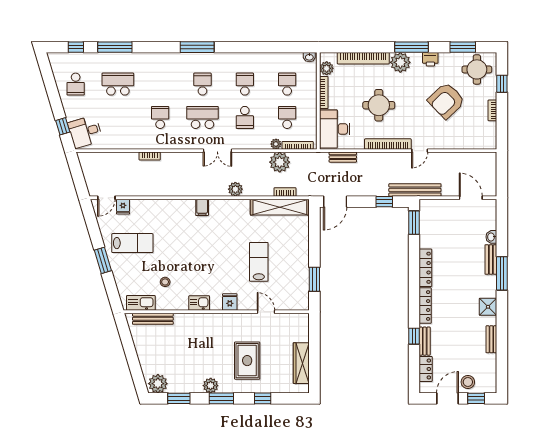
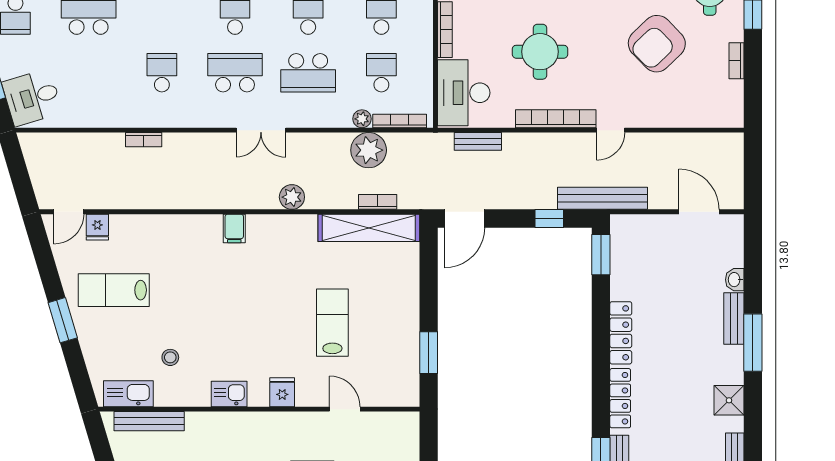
school desk: (245, 117) -> (308, 73), width x1.85
lab bench: (132, 243) -> (114, 290), turned 180

